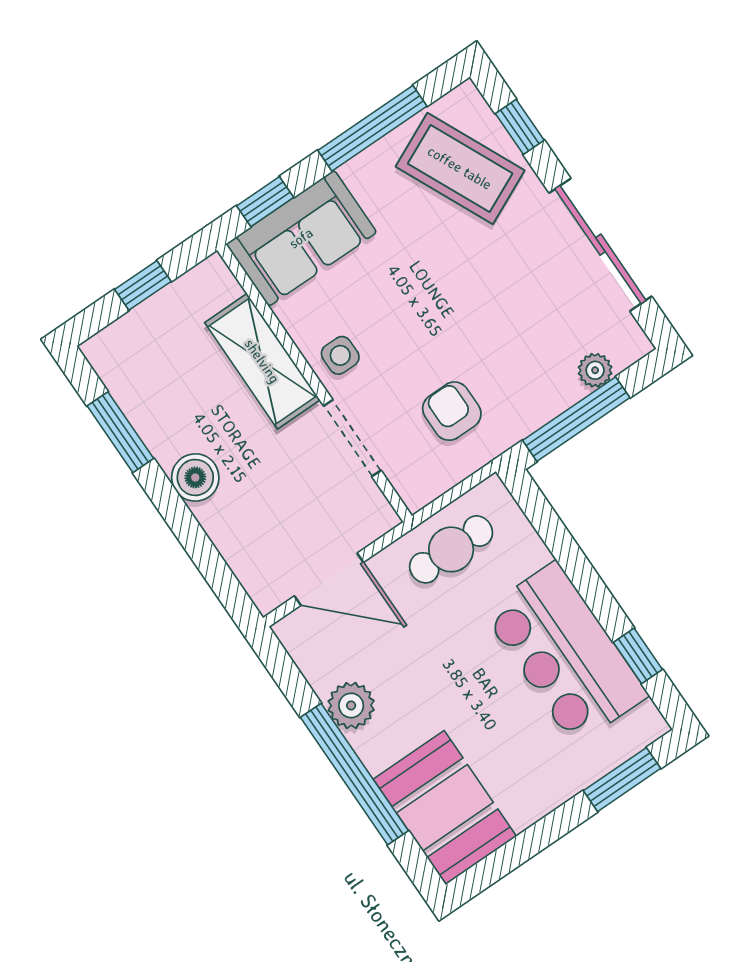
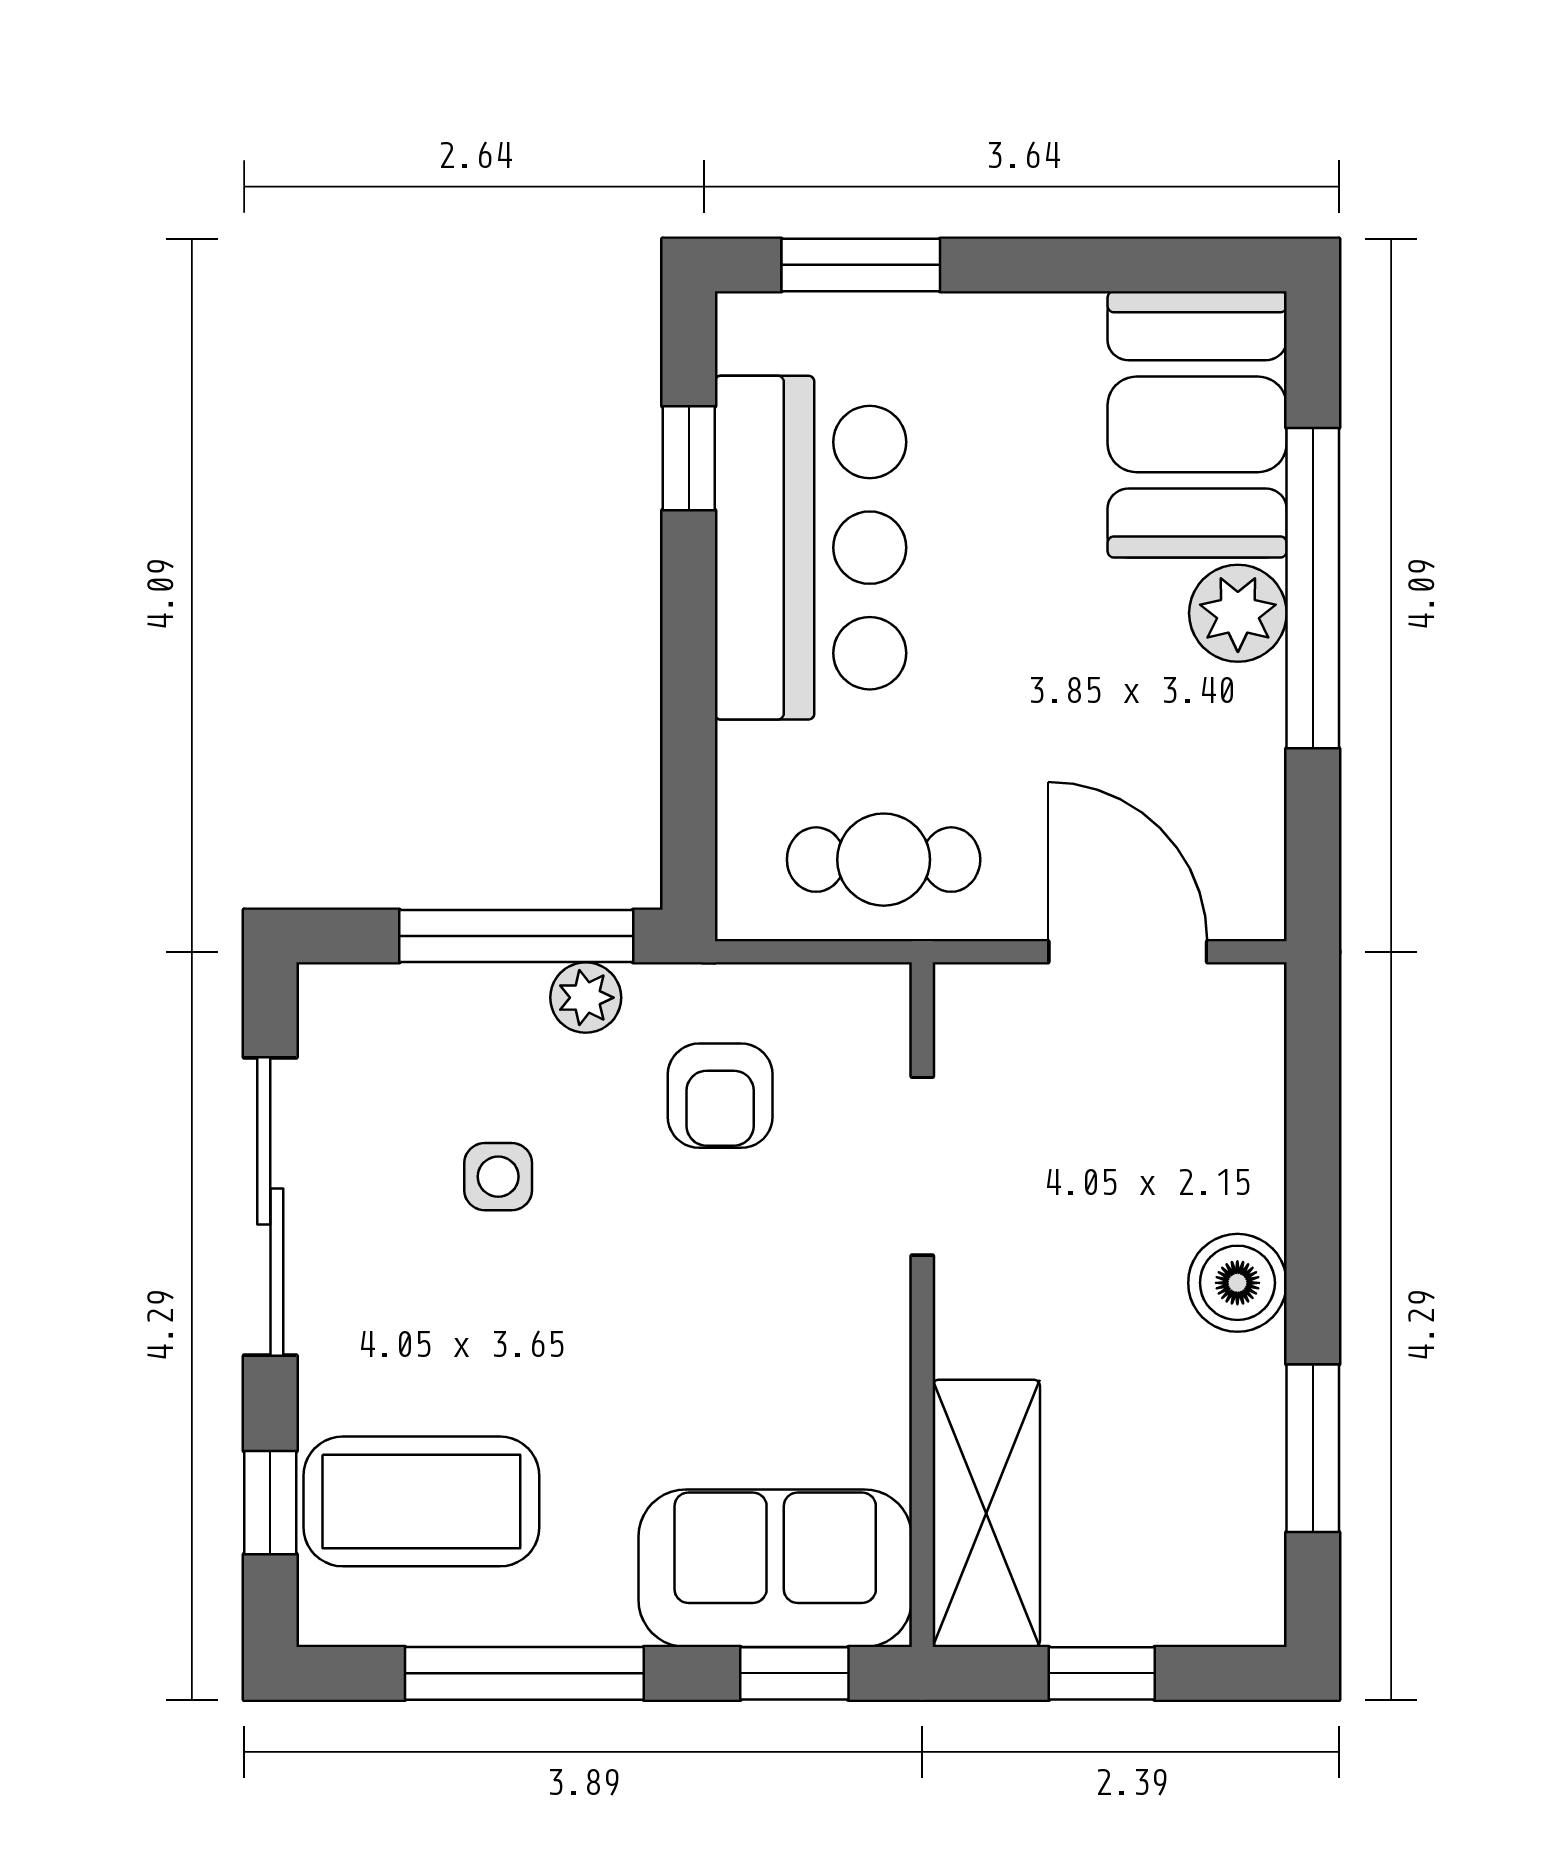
coffee table: (460, 168) -> (421, 1501), turned -65
side table: (340, 355) -> (498, 1177), moved
shelving: (262, 361) -> (986, 1513), moved
plant: (595, 370) -> (586, 998), moved
plant: (351, 705) -> (1238, 613), moved

